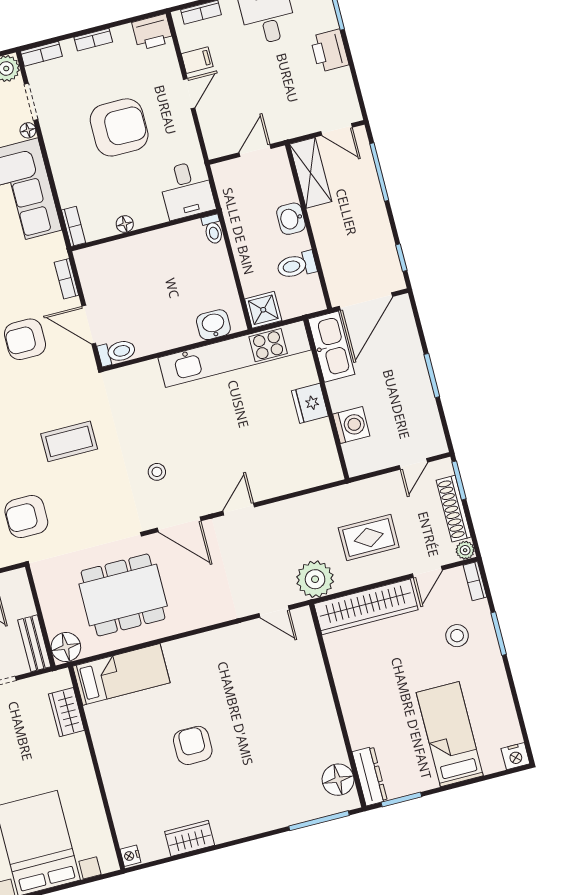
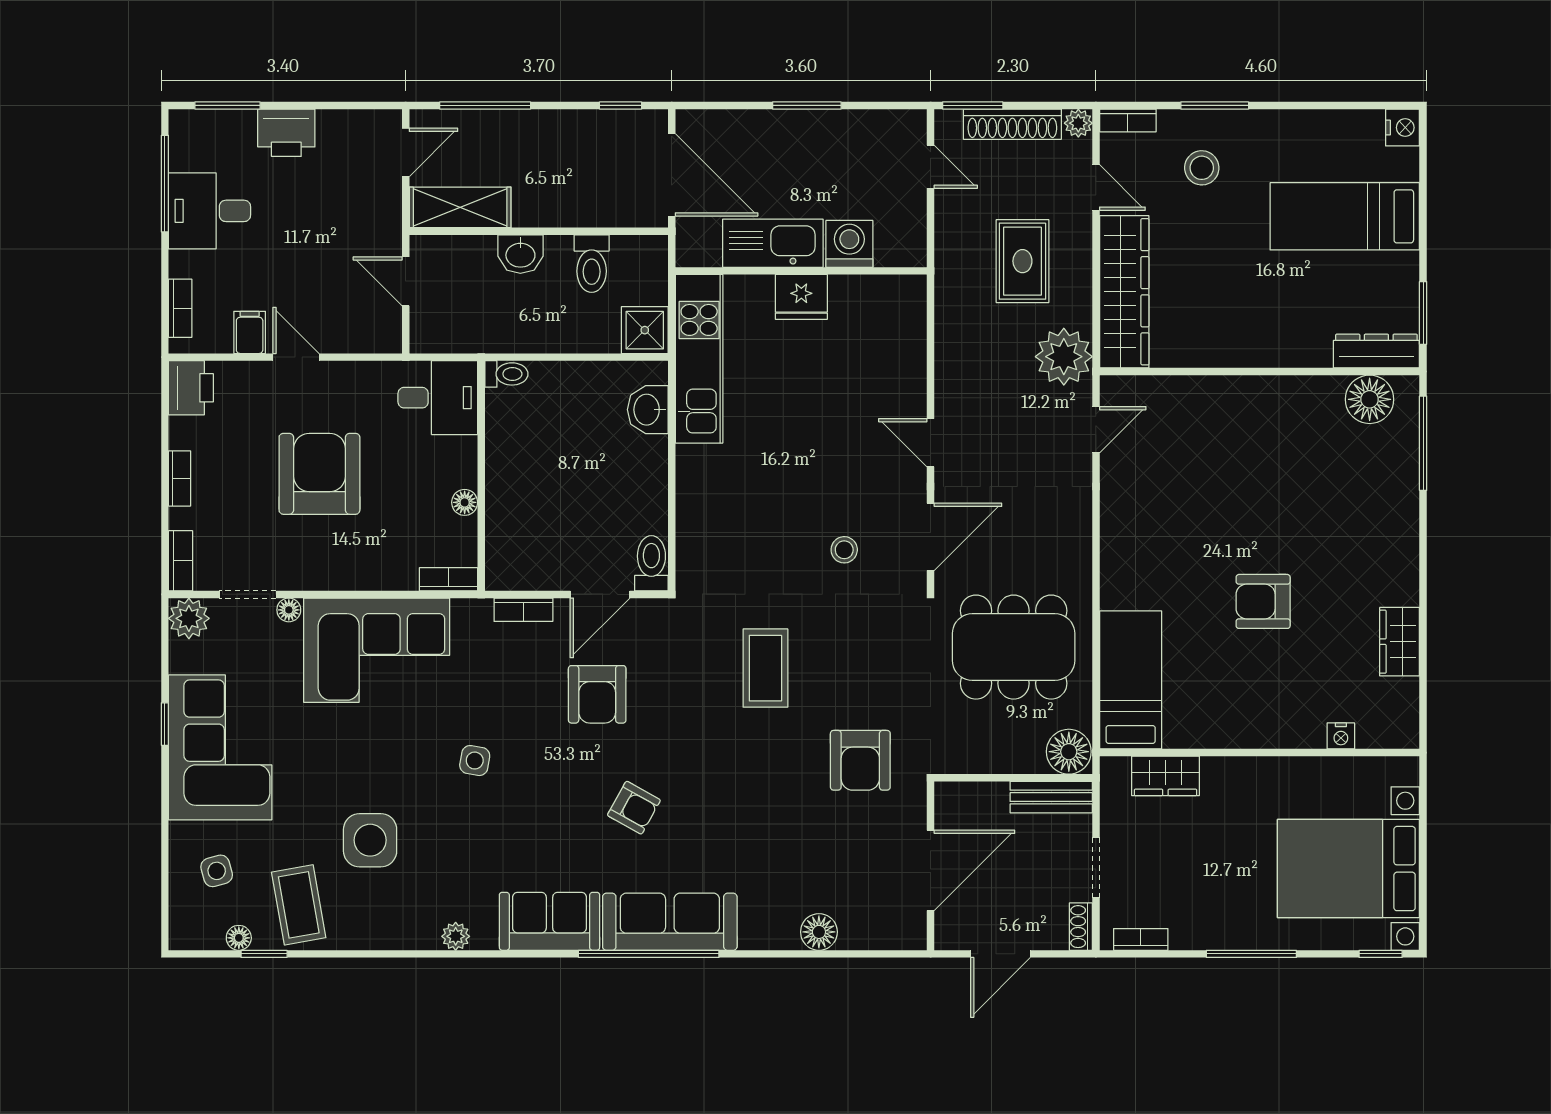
kitchen sink: (331, 347) -> (773, 243), moved
kitchen unit: (235, 354) -> (699, 359), width x0.73
dining table: (123, 595) -> (1014, 647), turned 90
nightstand: (130, 856) -> (1341, 736), moved

